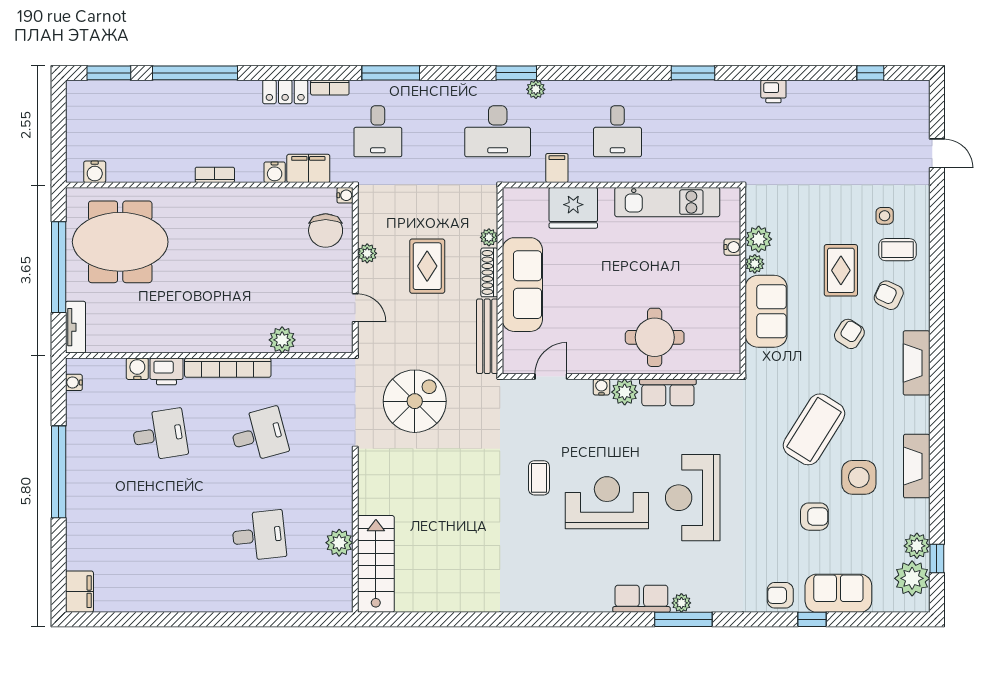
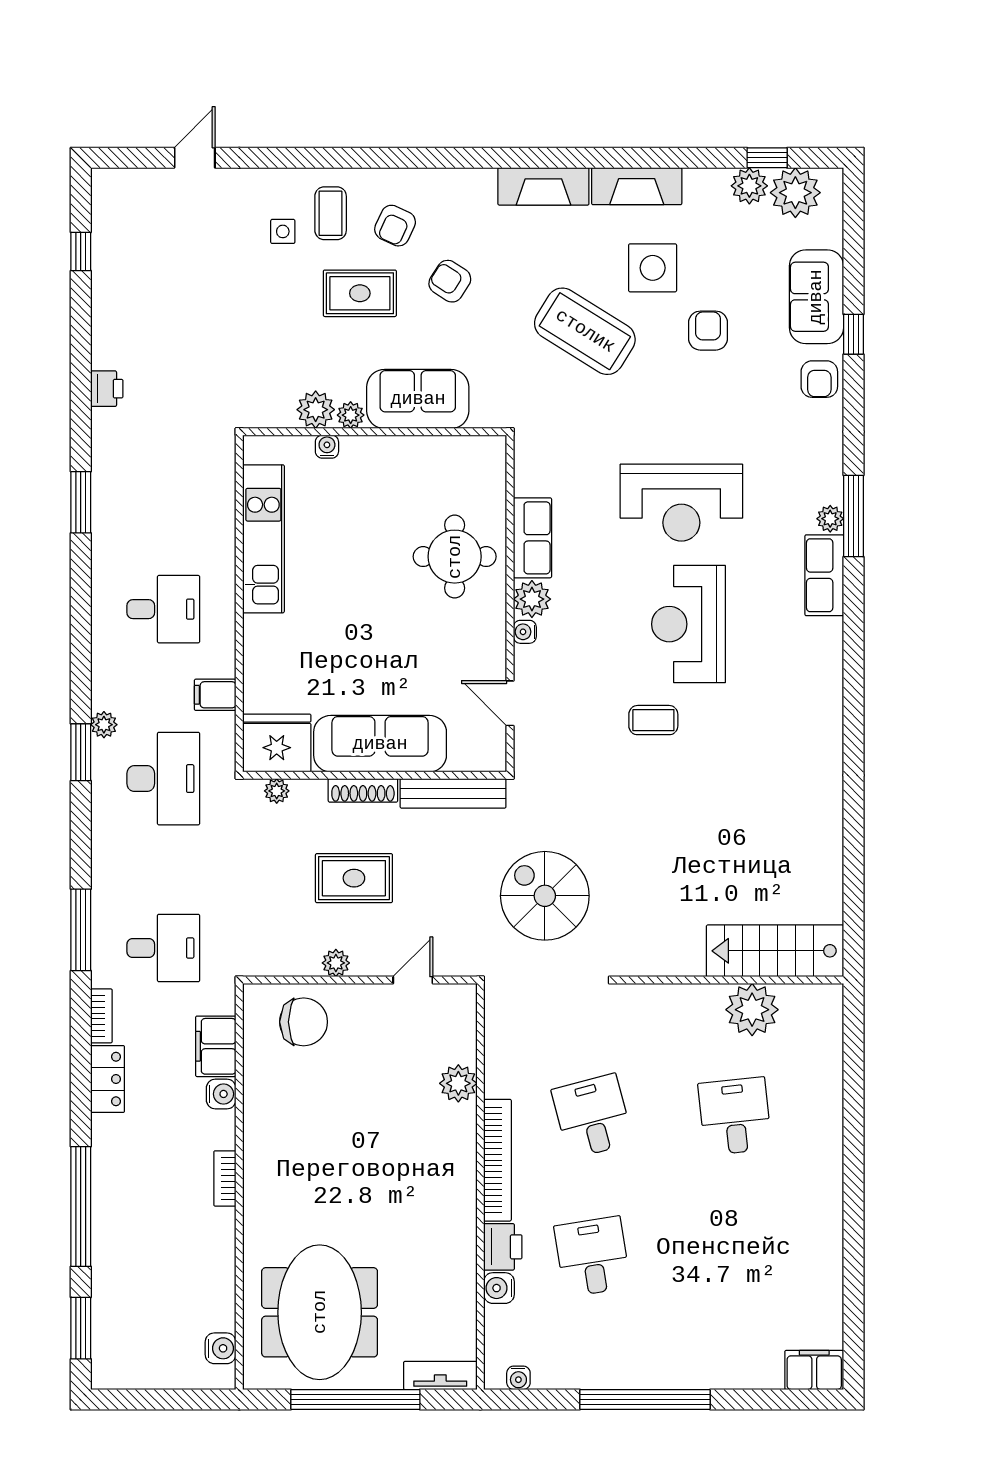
water cooler: (345, 195) -> (254, 994), removed
fridge: (573, 208) -> (277, 743), moved, turned -90
plant: (489, 237) -> (277, 791), moved
fireplace: (917, 363) -> (543, 186), moved
plant: (339, 543) -> (752, 1010), width x1.36, depth x1.36

